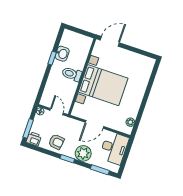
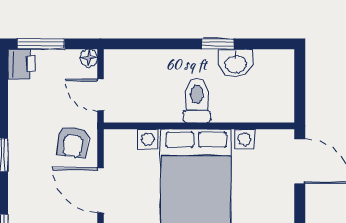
door: (57, 112) -> (101, 95), swing flipped
armchair: (56, 142) -> (73, 142), moved
plant: (83, 153) -> (27, 187), removed

